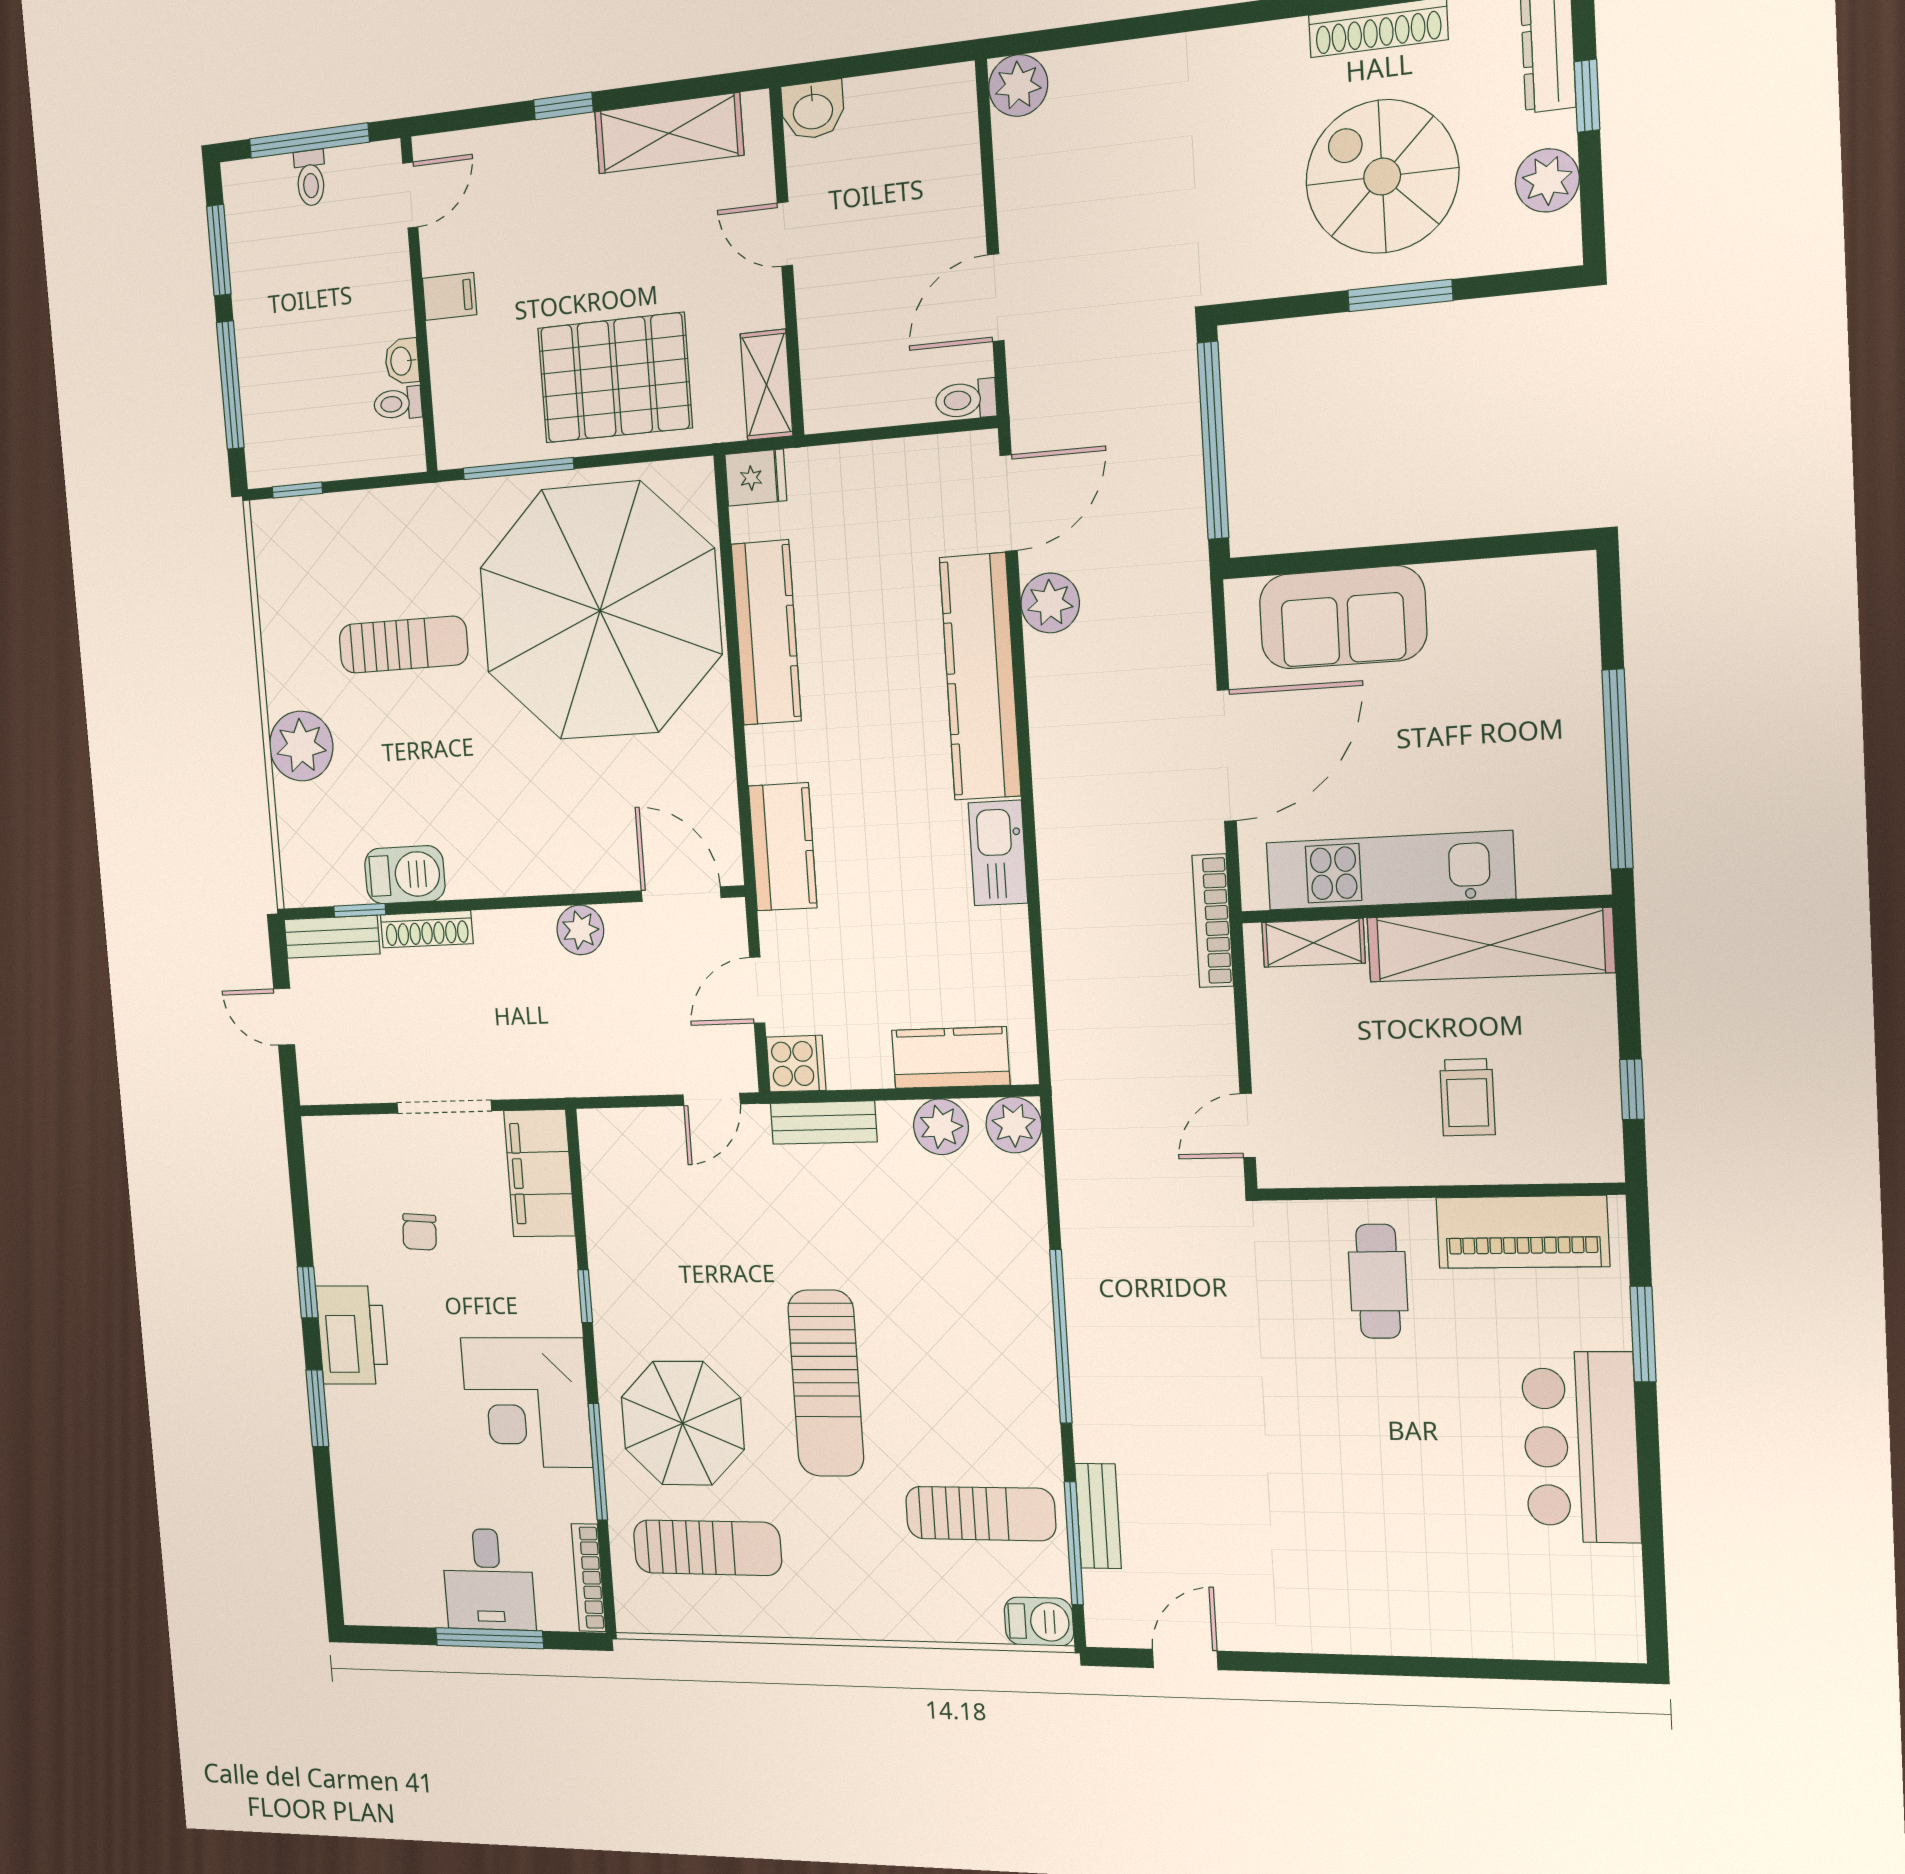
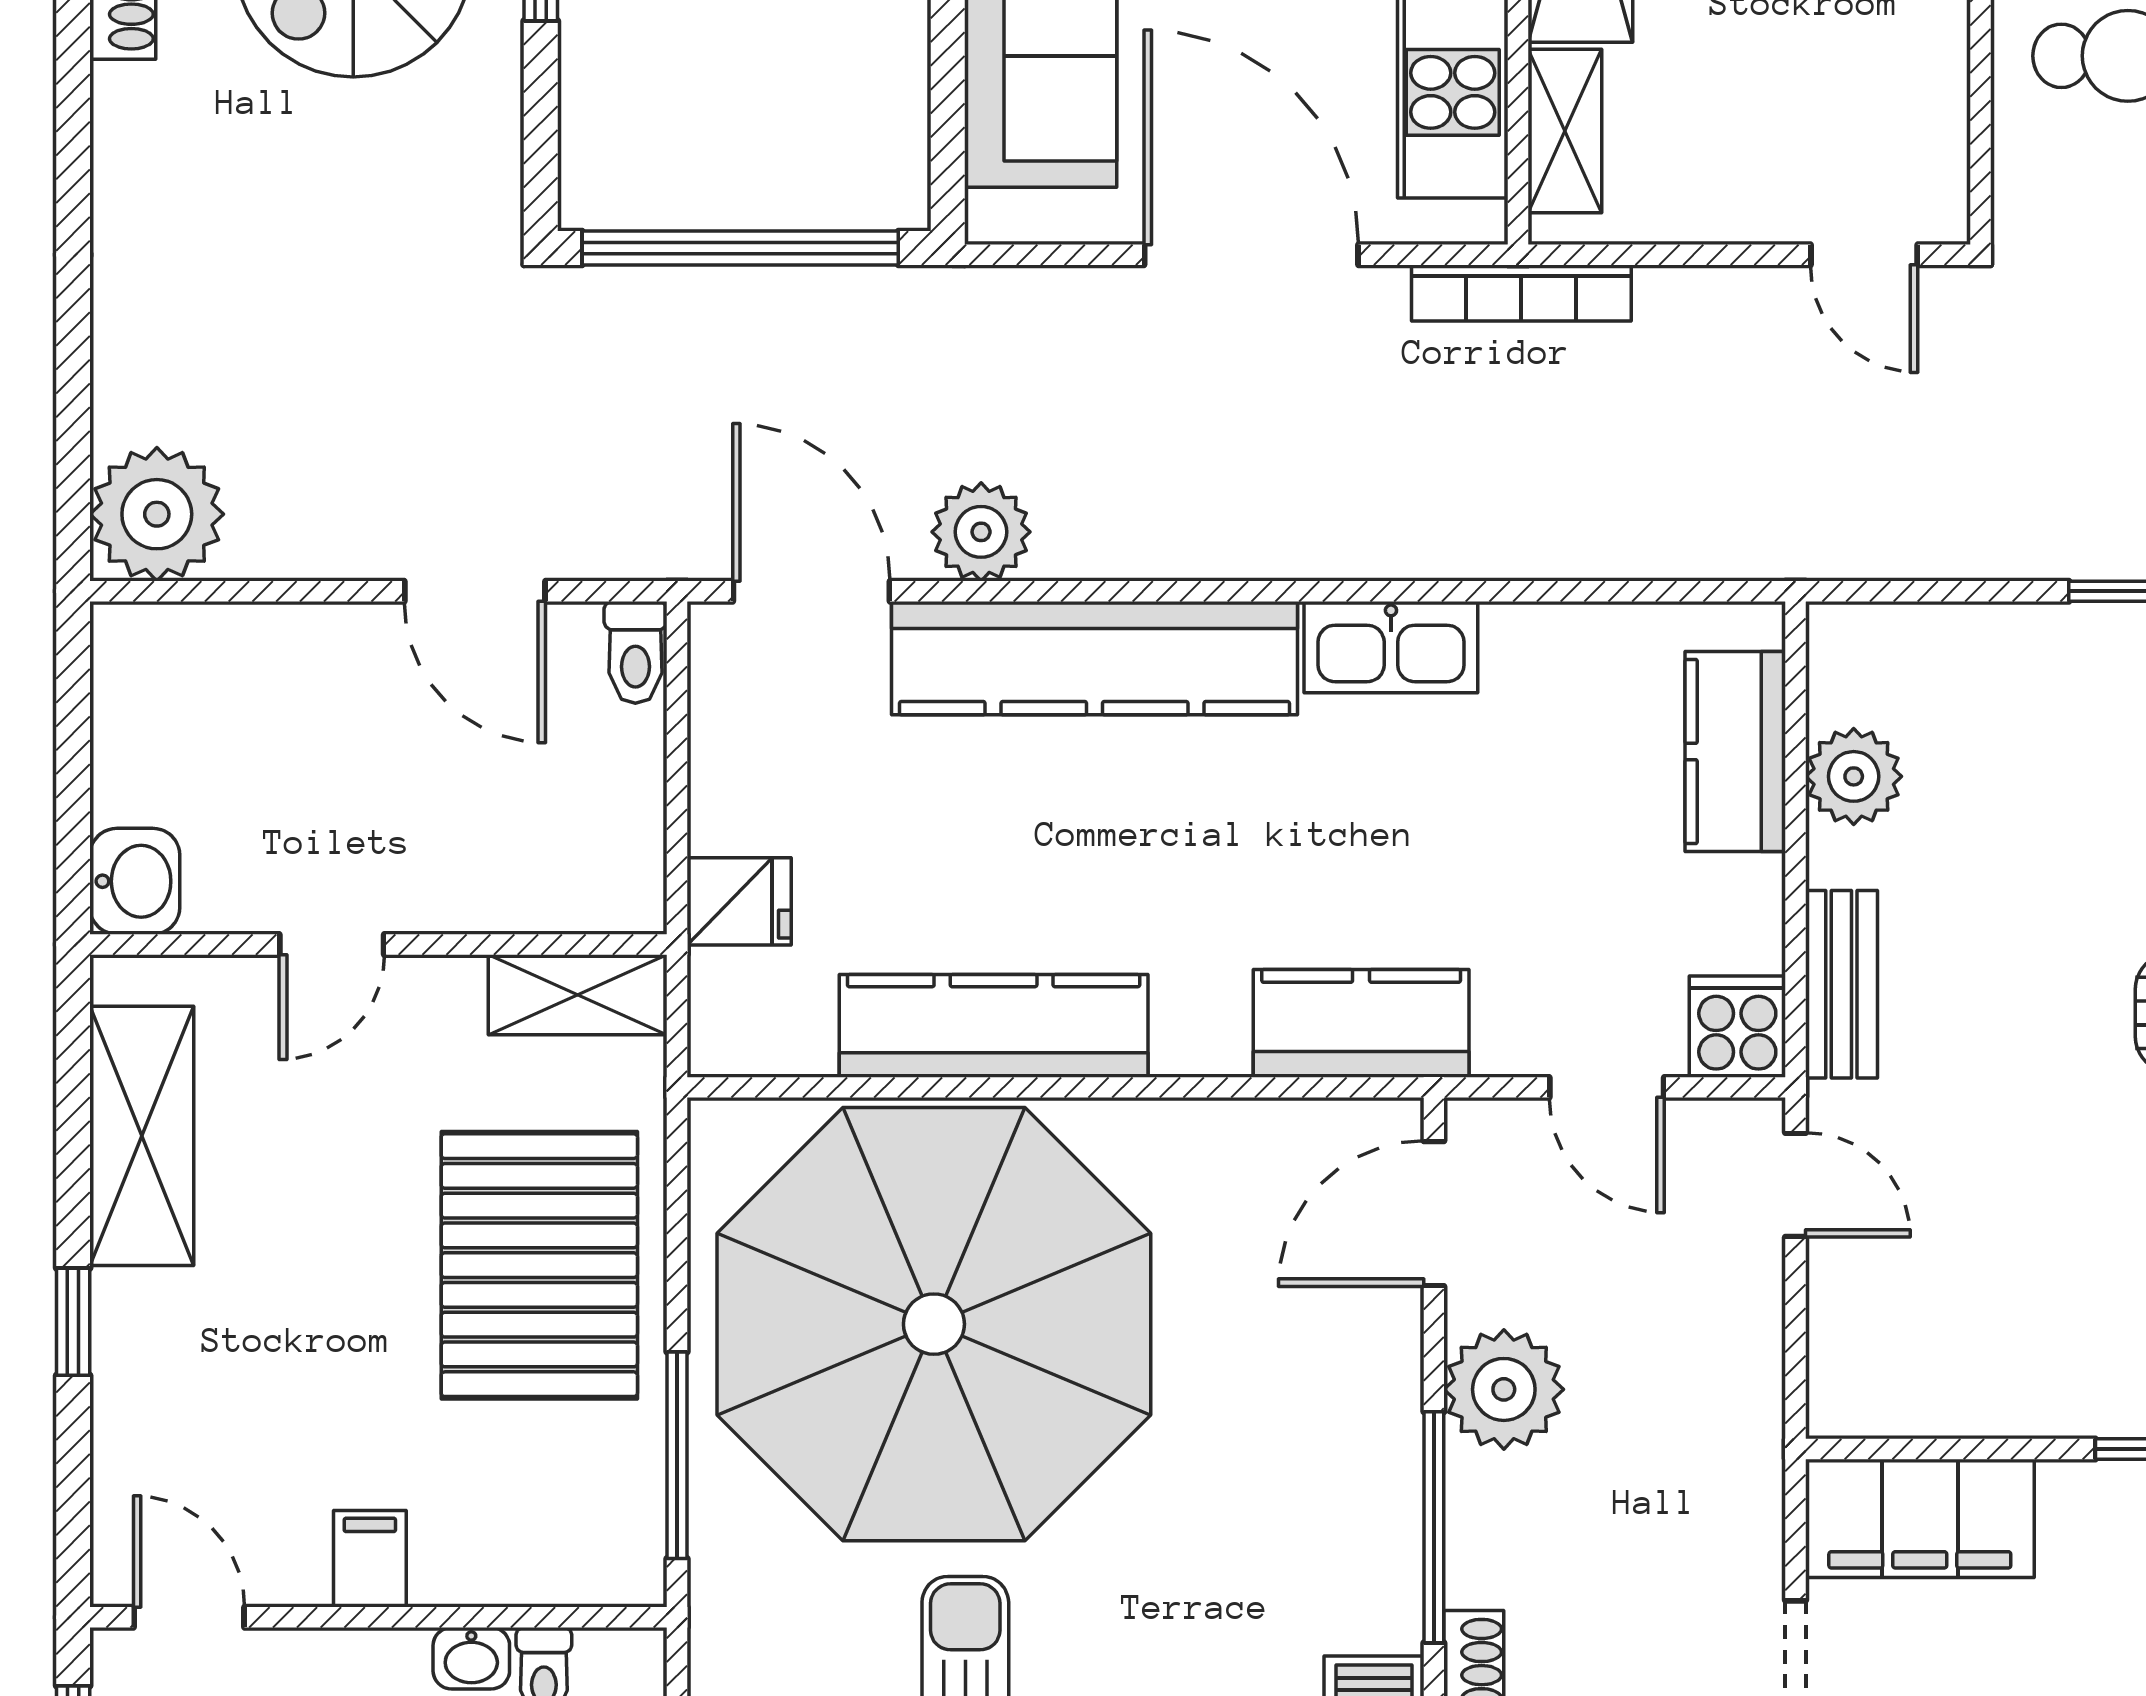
plant: (1018, 85) -> (157, 514), width x1.36, depth x1.36
fridge: (756, 478) -> (739, 901), moved, turned 90
window: (514, 903) -> (1434, 1527), added
plant: (580, 930) -> (1504, 1389), width x1.36, depth x1.36
plant: (1014, 1125) -> (1854, 649), removed

